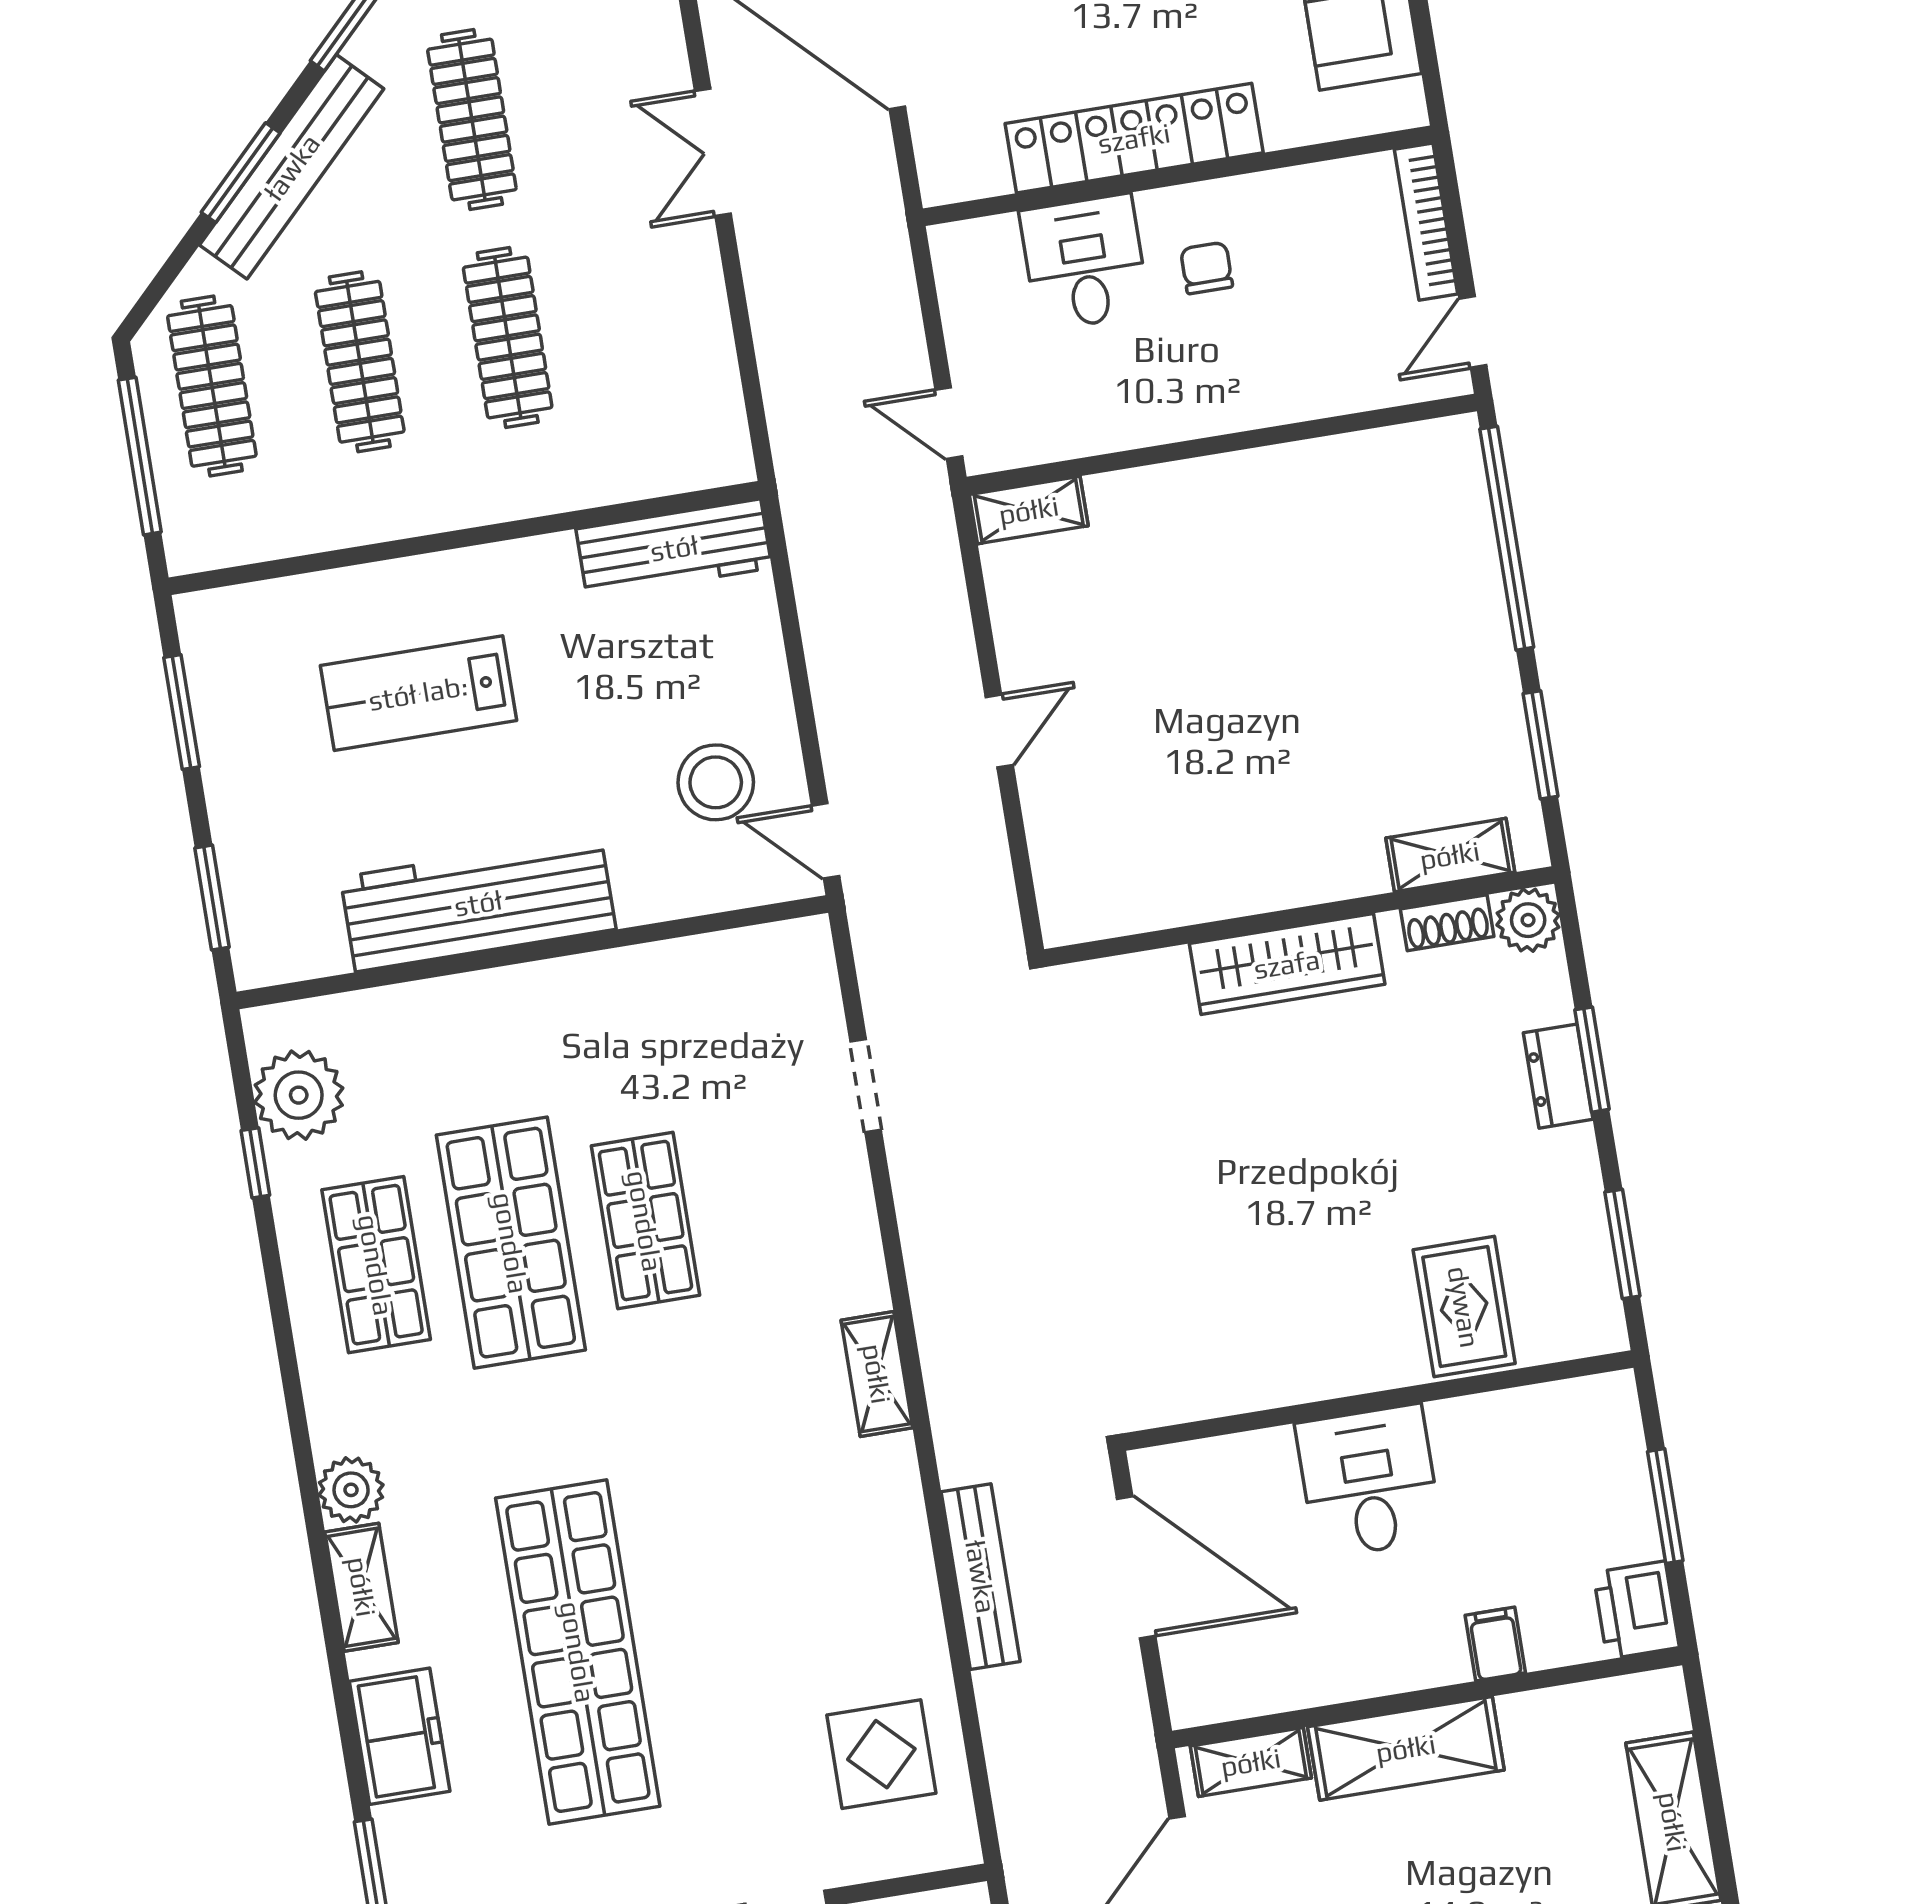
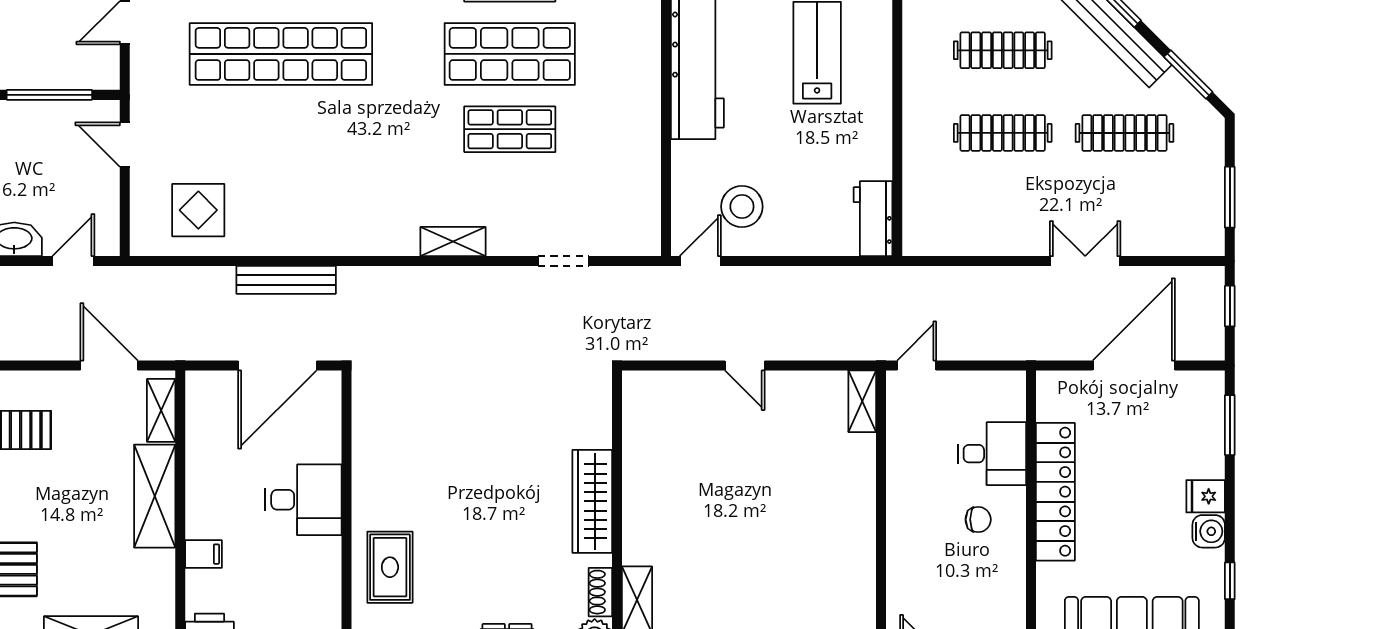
workbench: (674, 548) -> (873, 219), width x0.73
rug: (1464, 1307) -> (390, 567), turned 90
shelving: (877, 1374) -> (453, 242), moved

